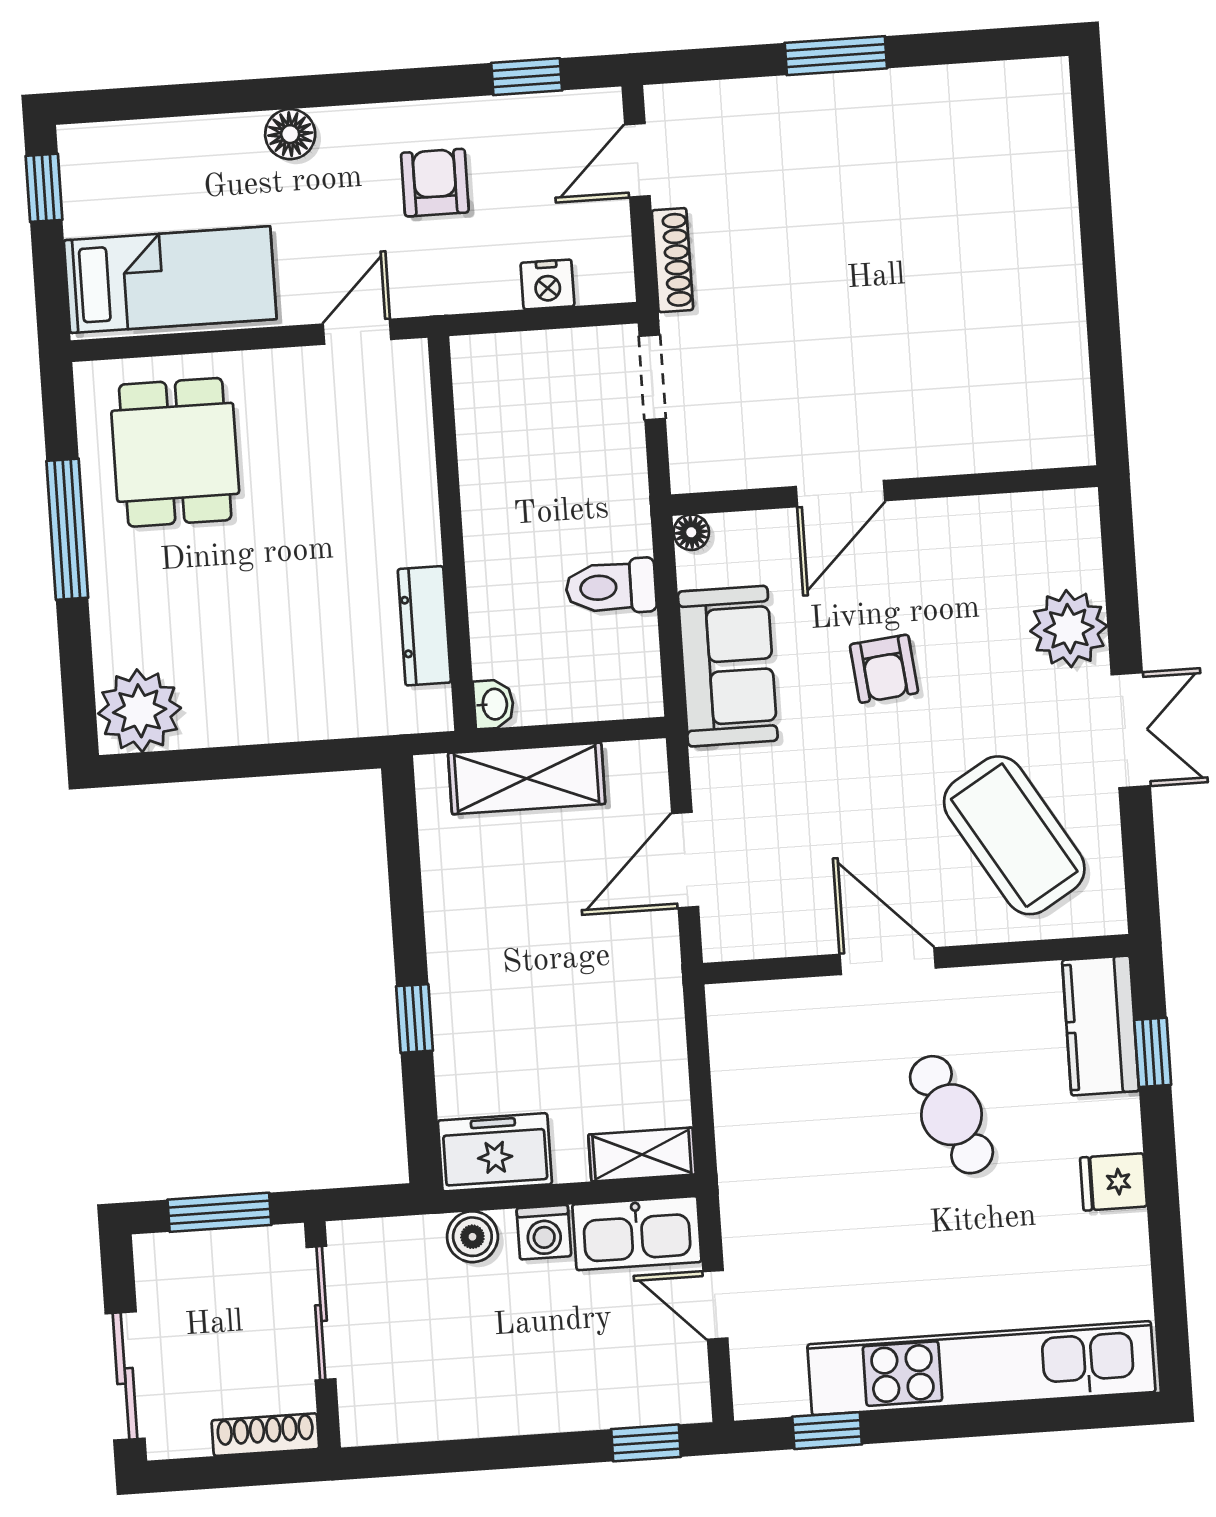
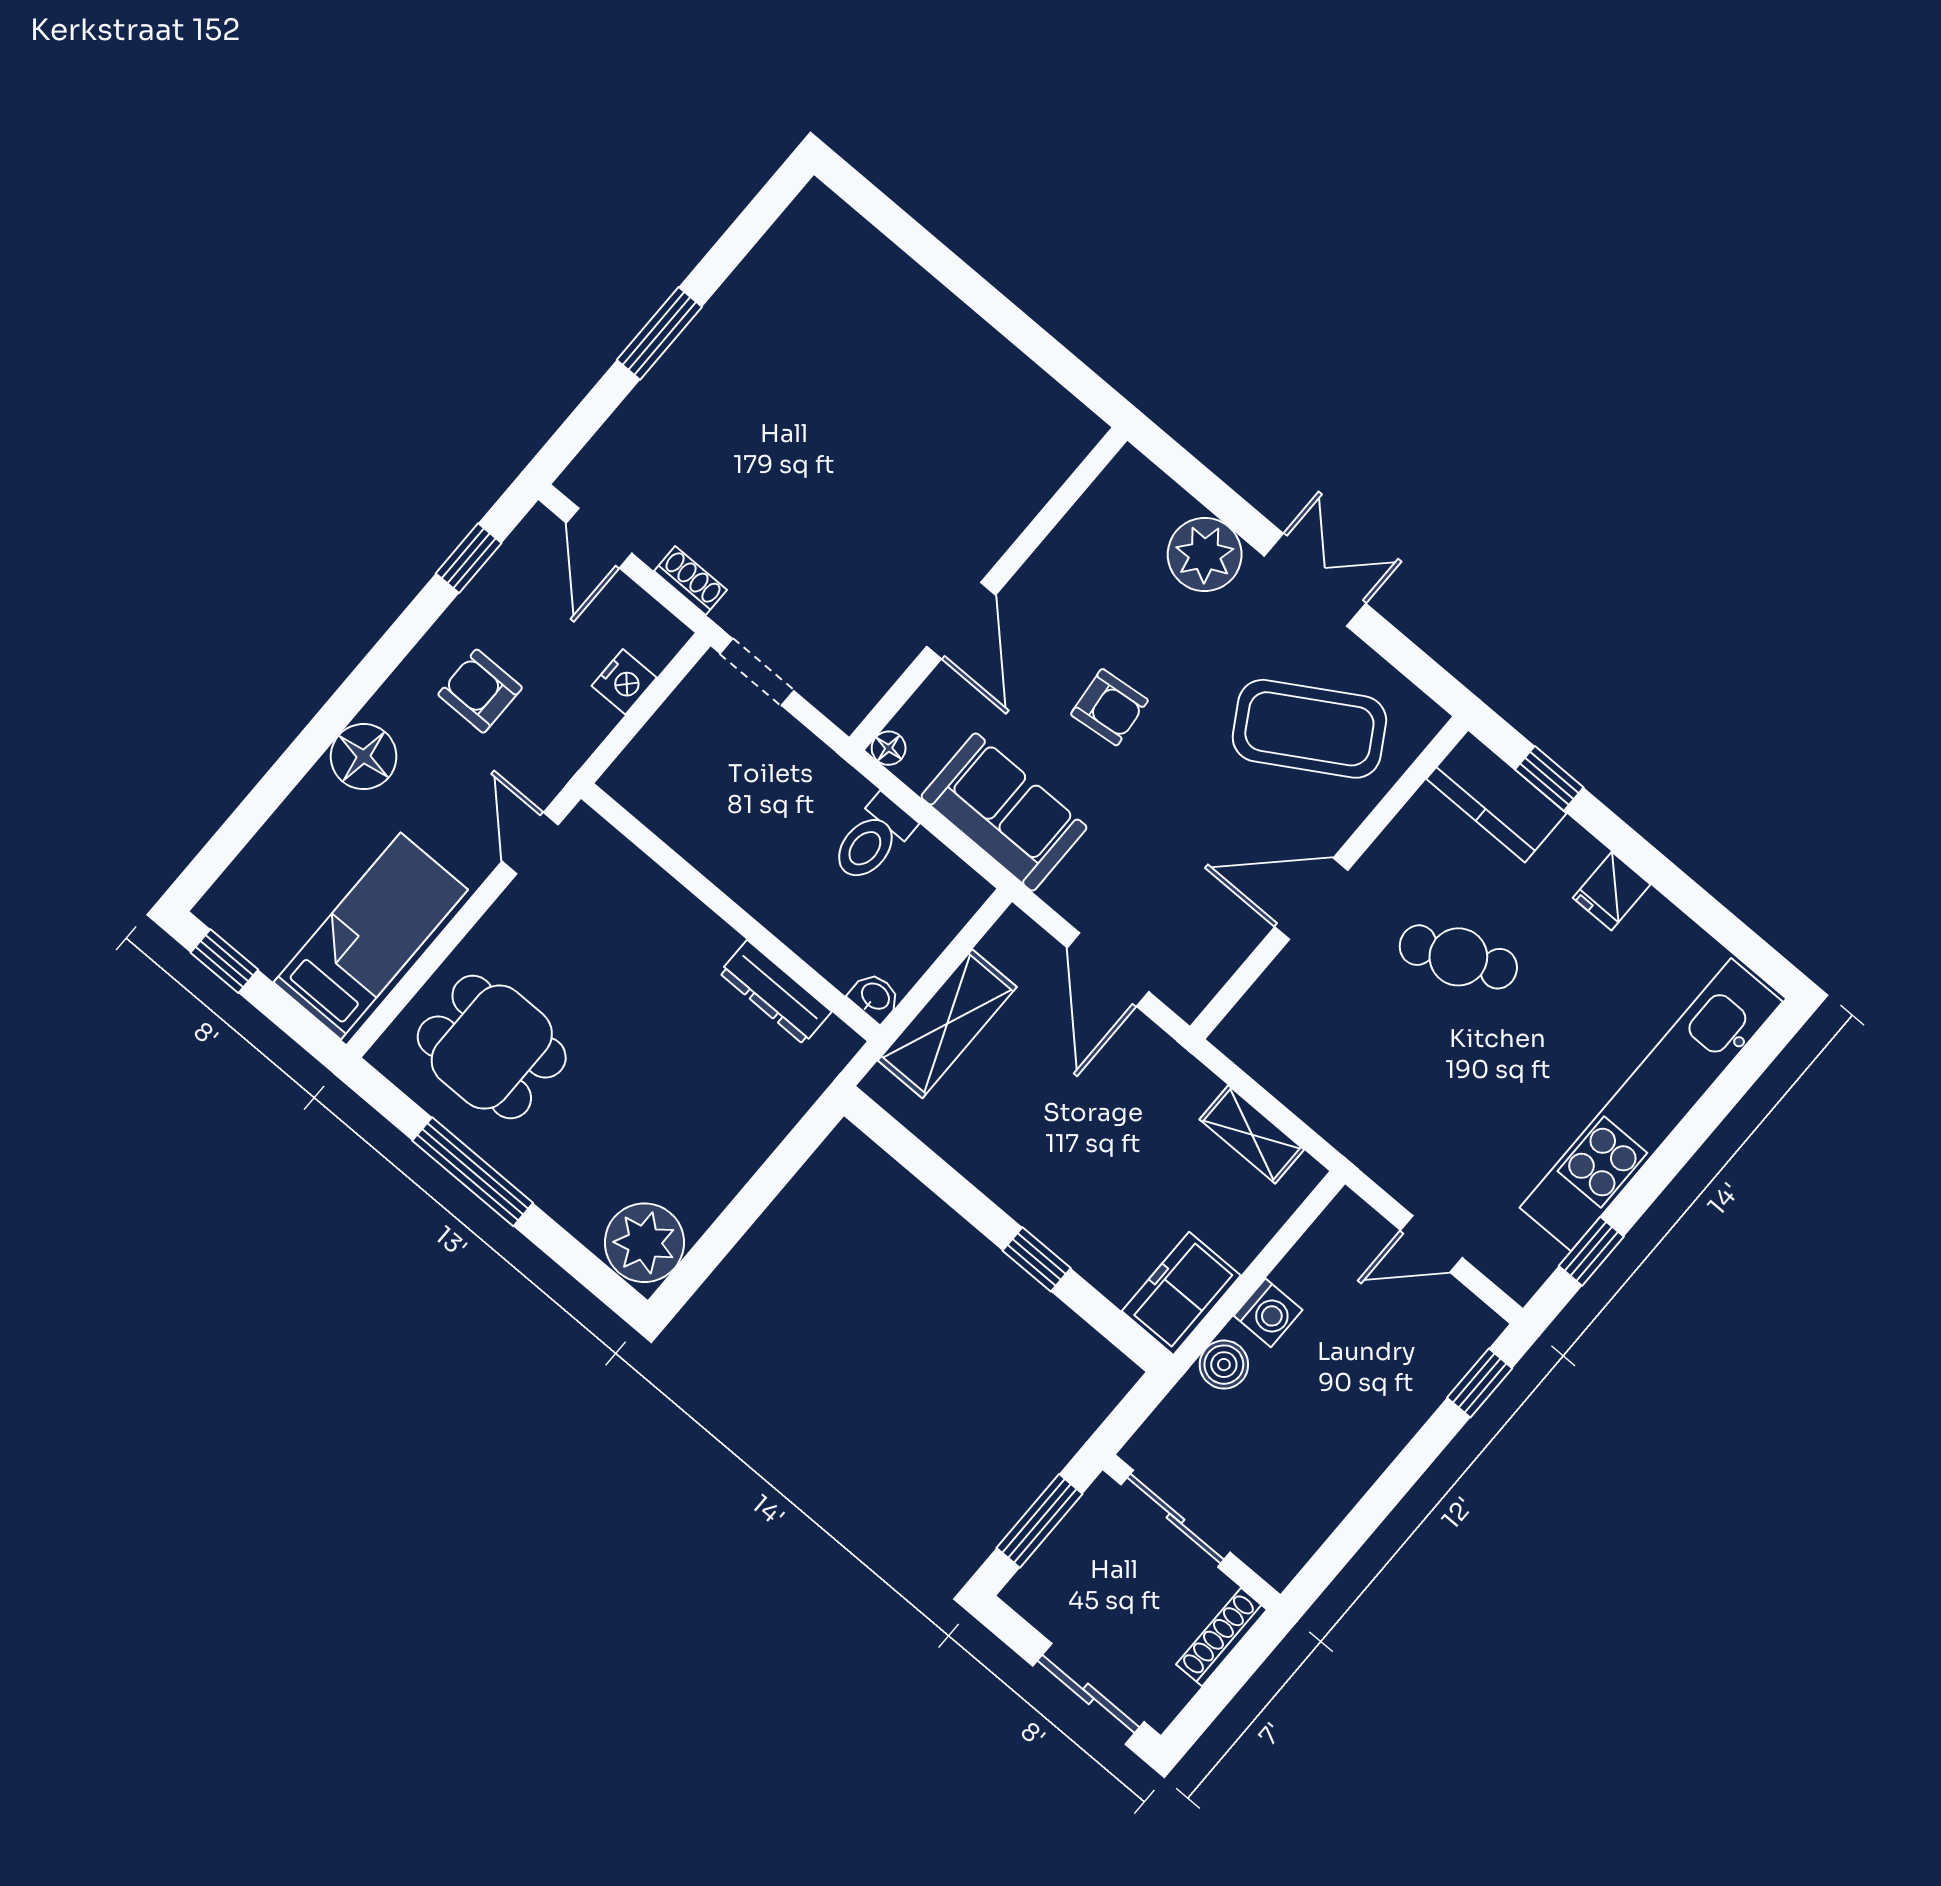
floor lamp: (290, 134) -> (364, 757), width x1.38, depth x1.38
shoe rack: (672, 260) -> (690, 580), width x0.70
shelving: (642, 1155) -> (1252, 1134), moved, turned 90
kitchen sink: (637, 1233) -> (1331, 1250), removed

